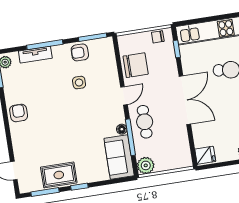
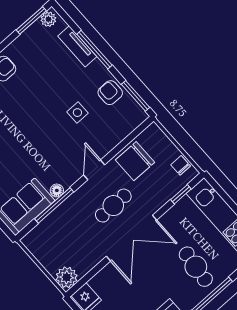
chair: (136, 65) -> (135, 161), turned 90
door: (124, 96) -> (94, 170), swing flipped
cafe table: (145, 122) -> (113, 206), moved
plant: (146, 165) -> (67, 277), moved

